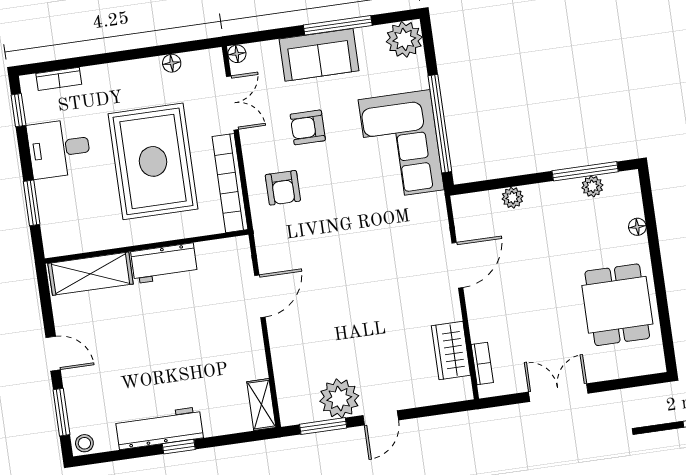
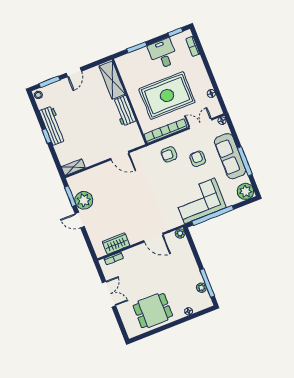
sofa: (319, 55) -> (230, 156), width x1.36
double door: (232, 103) -> (200, 124), swing flipped
plant: (512, 198) -> (180, 233), moved

